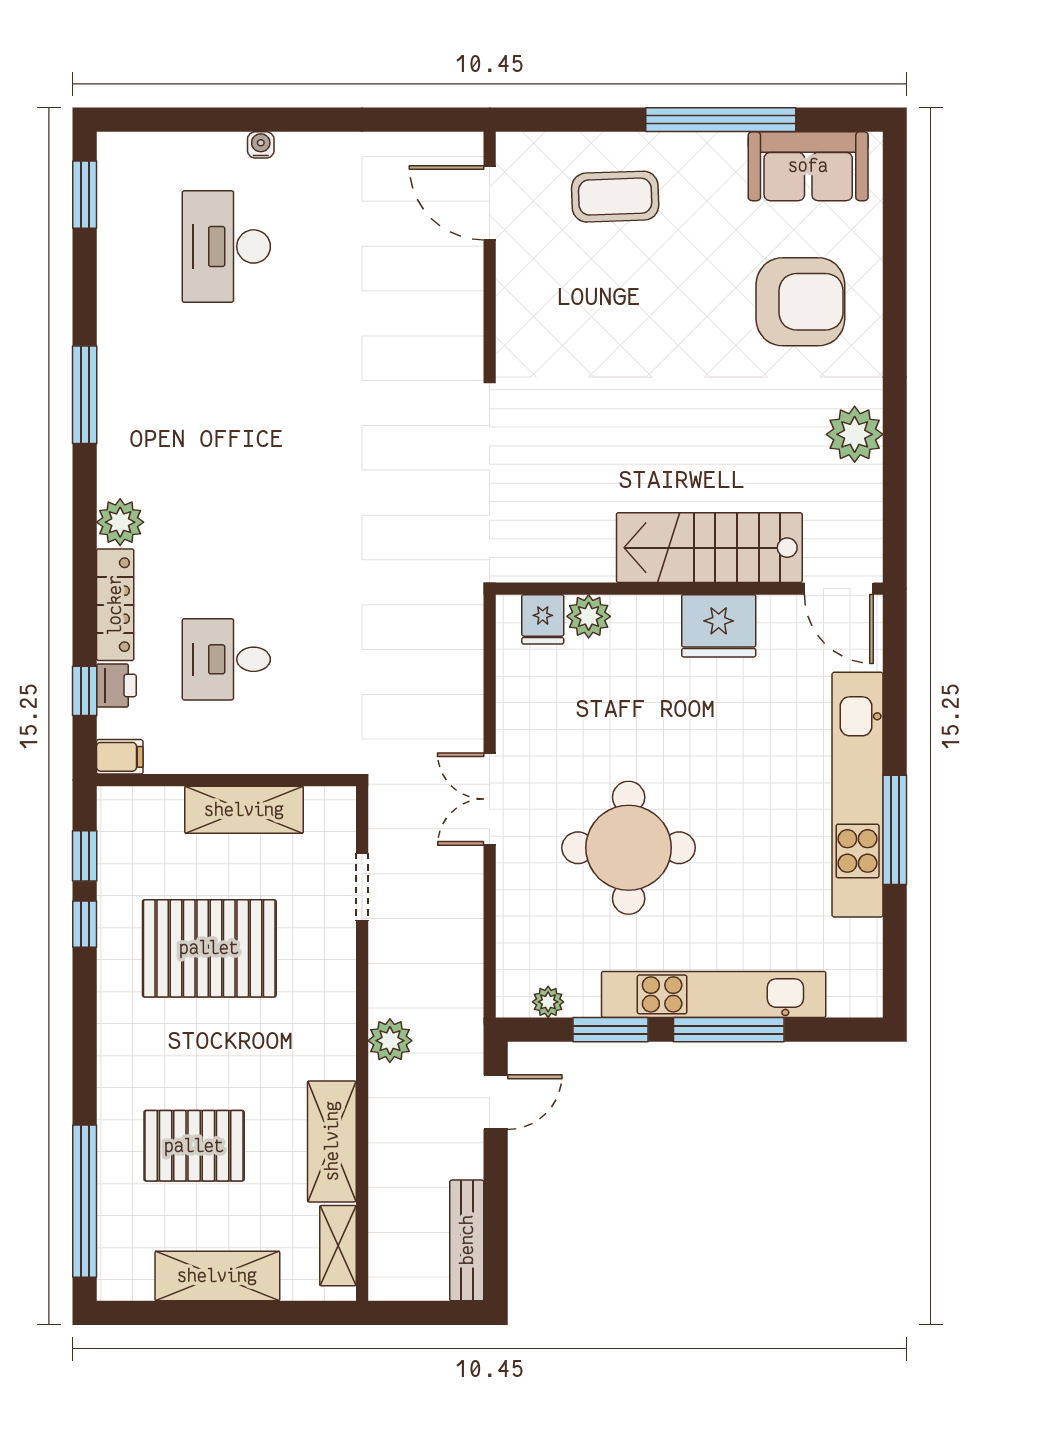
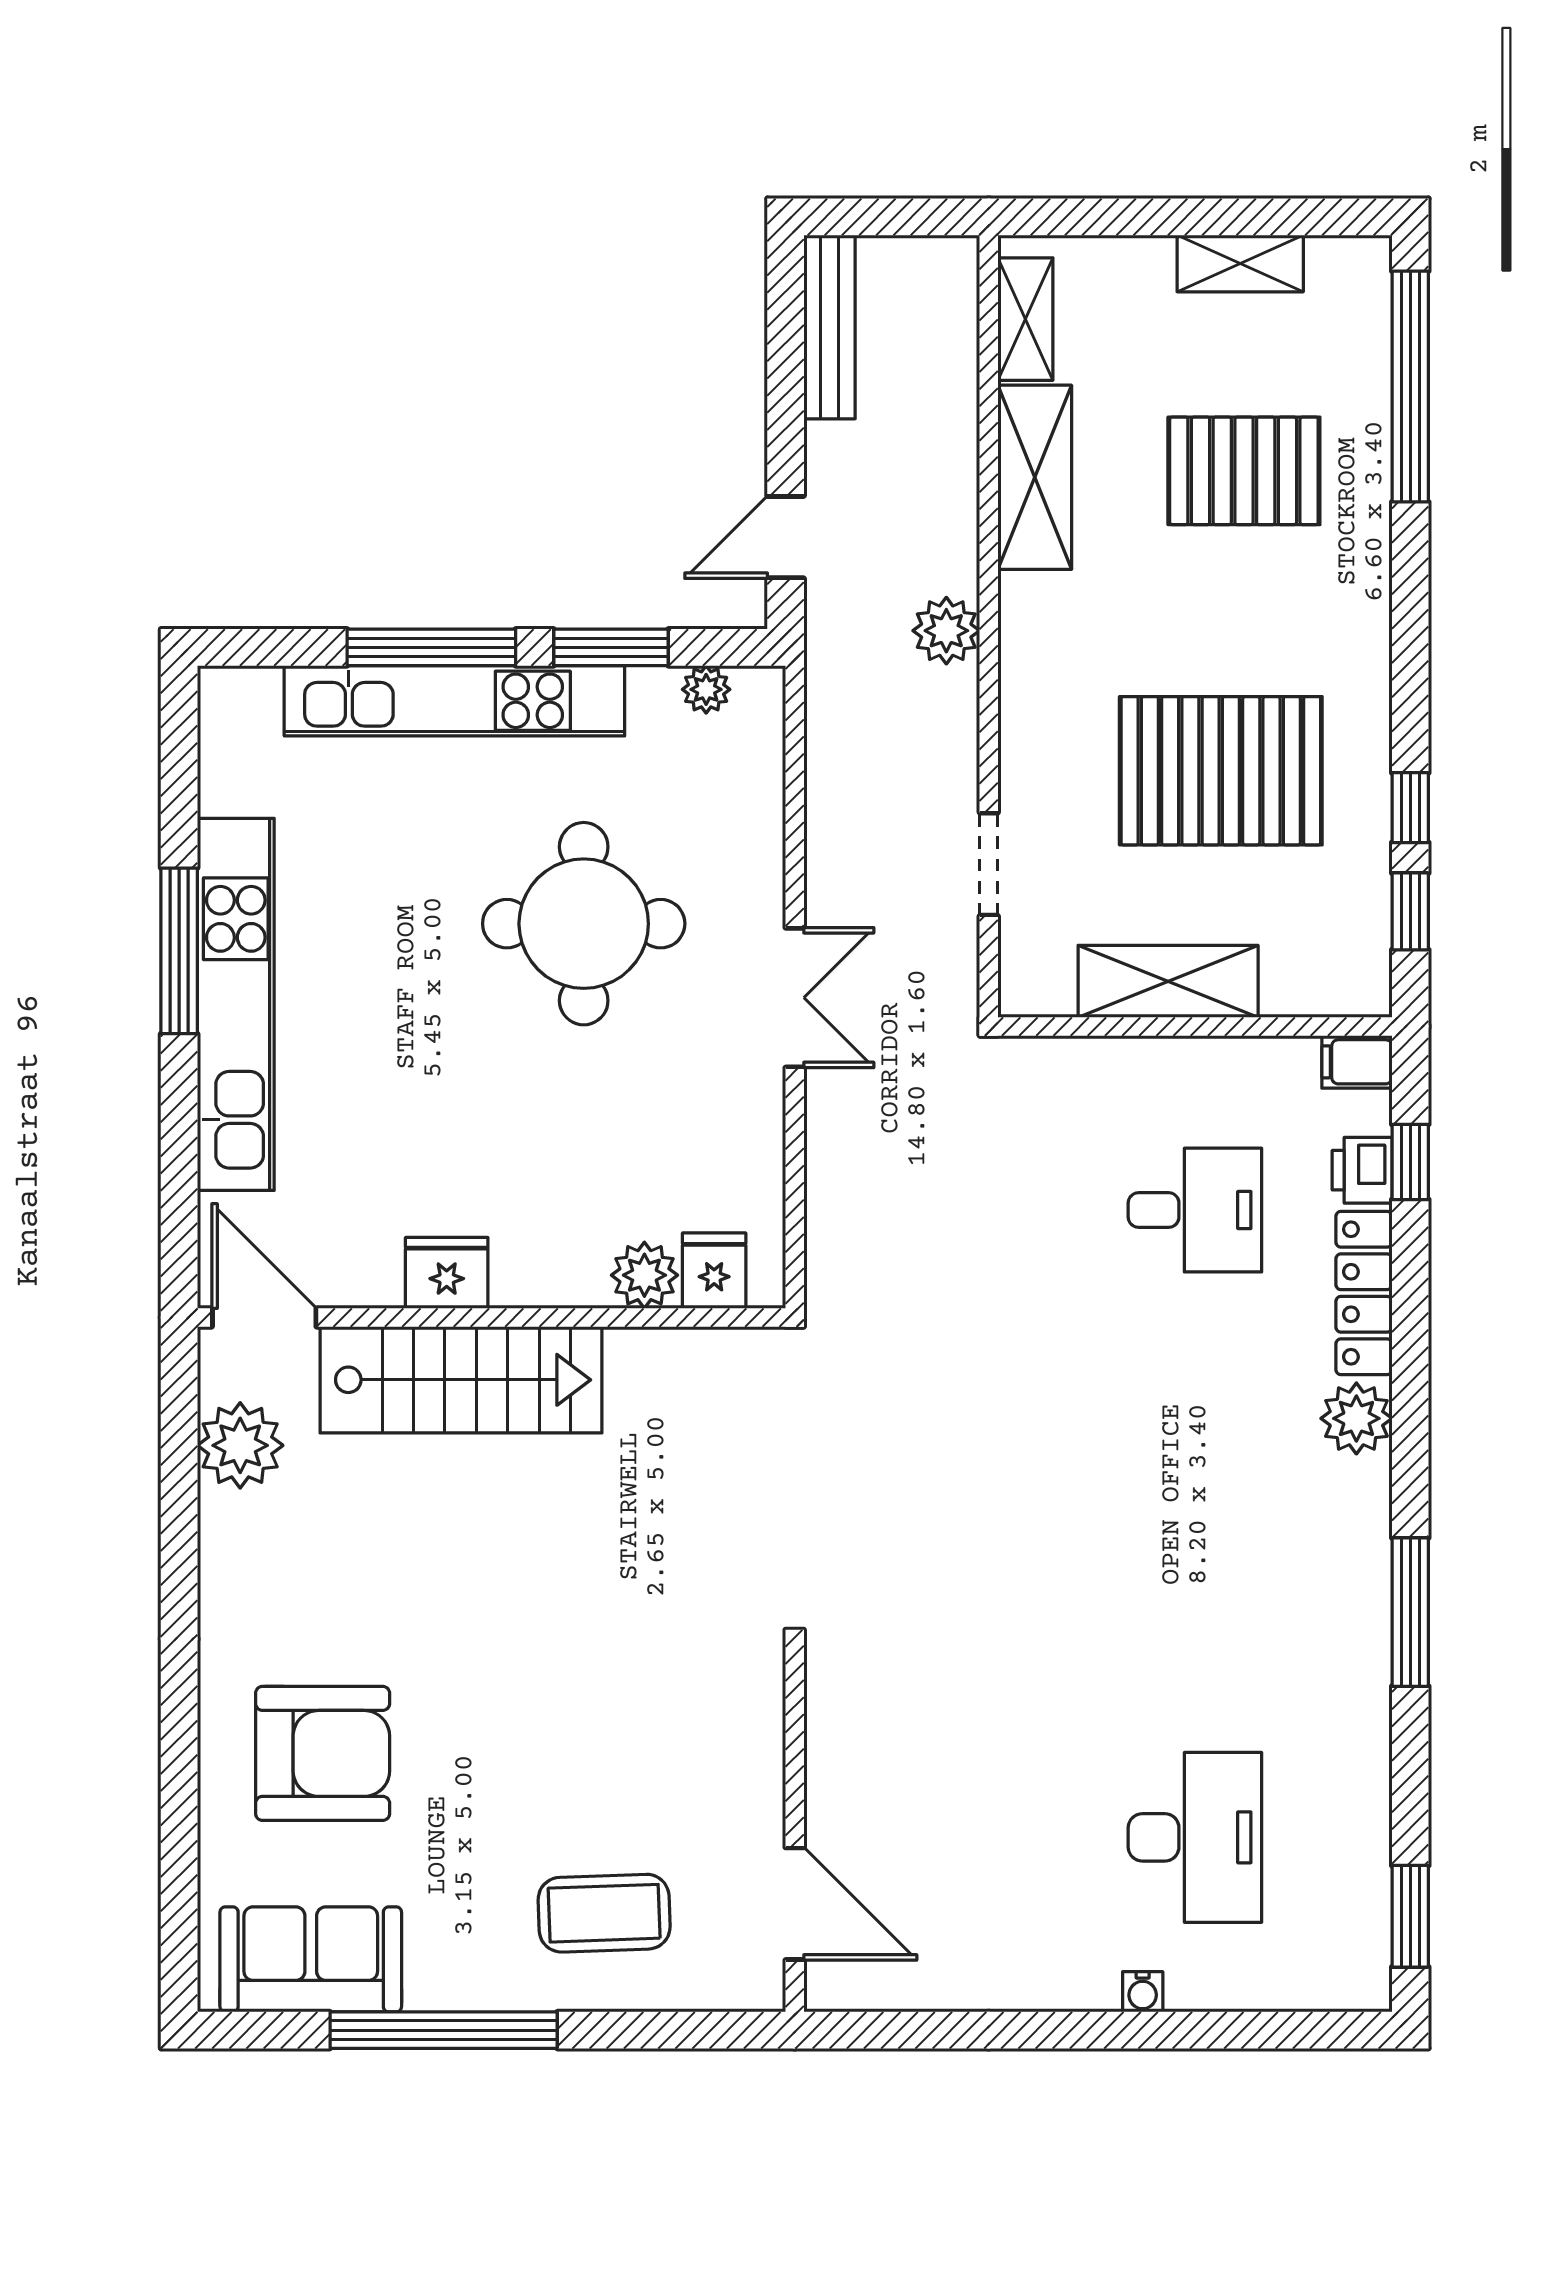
armchair: (800, 302) -> (323, 1753), turned 180
plant: (855, 434) -> (240, 1445), moved
fridge: (719, 626) -> (447, 1273), width x0.73, depth x0.75
shelving: (217, 1276) -> (1240, 263), width x0.67, depth x0.75

